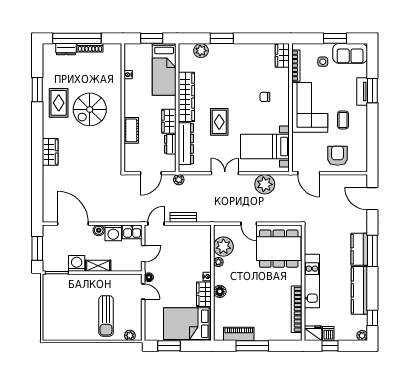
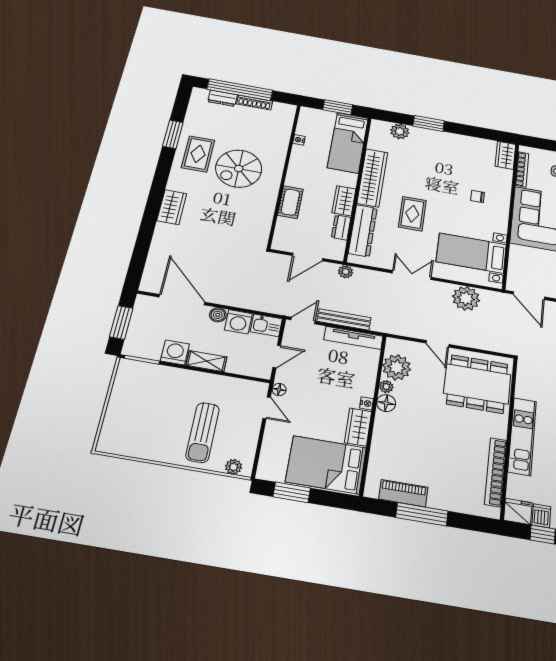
bench: (183, 217) -> (344, 319), width x1.36
tv unit: (192, 230) -> (353, 338), added
floor lamp: (220, 291) -> (386, 403), moved

